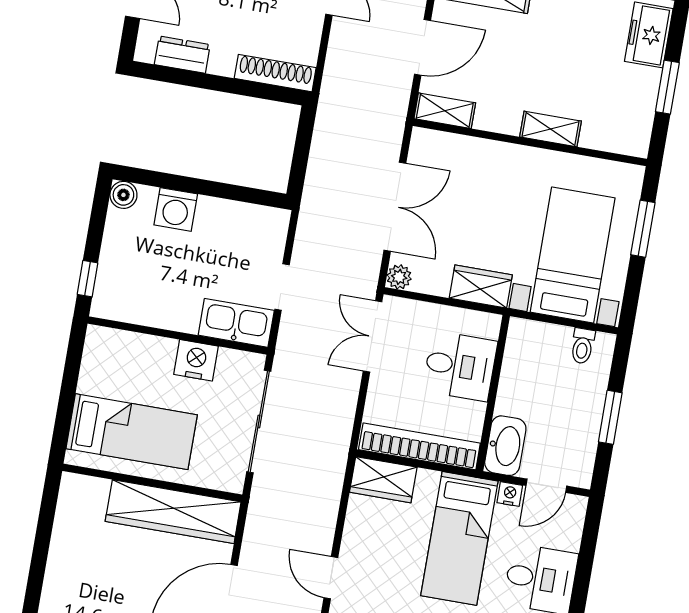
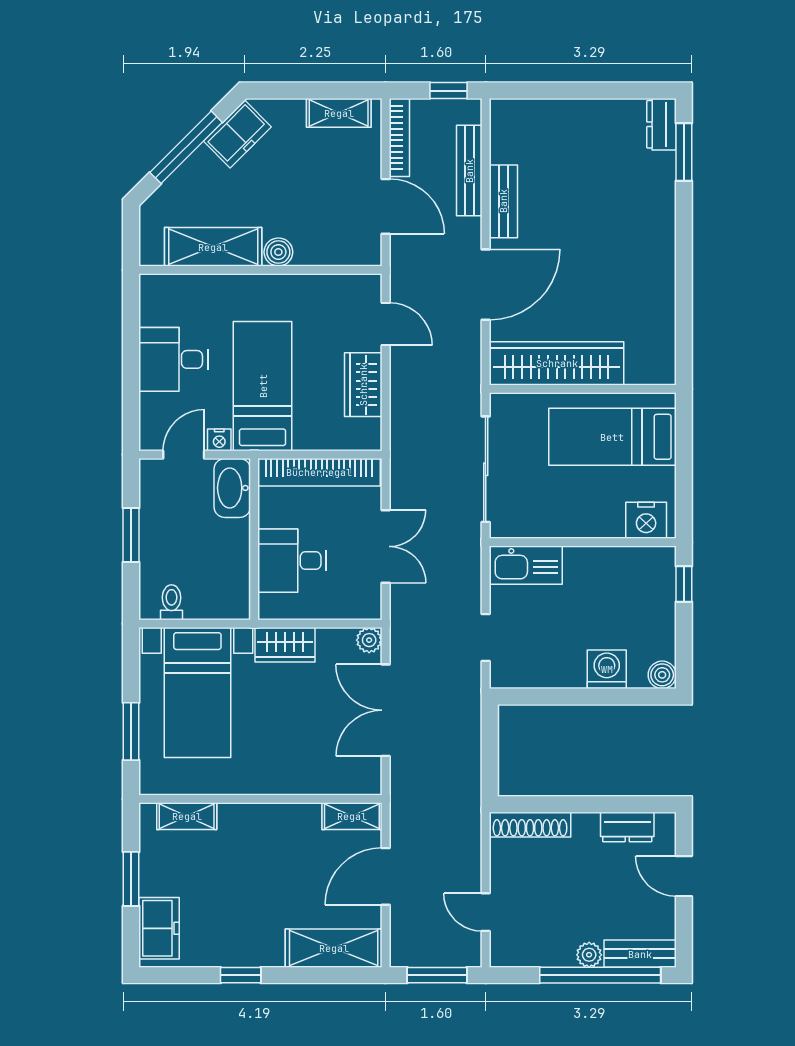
shelving: (550, 129) -> (187, 816), moved
doorway: (282, 287) -> (486, 637), moved
double door: (373, 336) -> (386, 546), moved
nightstand: (196, 360) -> (646, 520), moved
wardrobe: (383, 480) -> (363, 385), moved, turned -90

